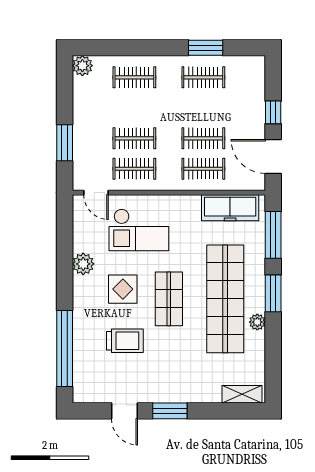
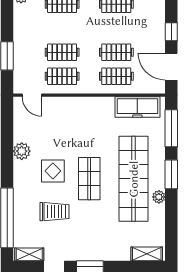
checkout: (139, 230) -> (66, 124), removed
shelving: (93, 395) -> (29, 254), added

